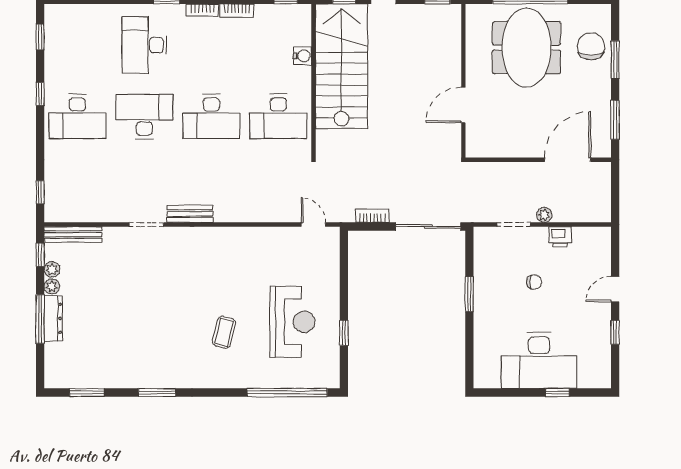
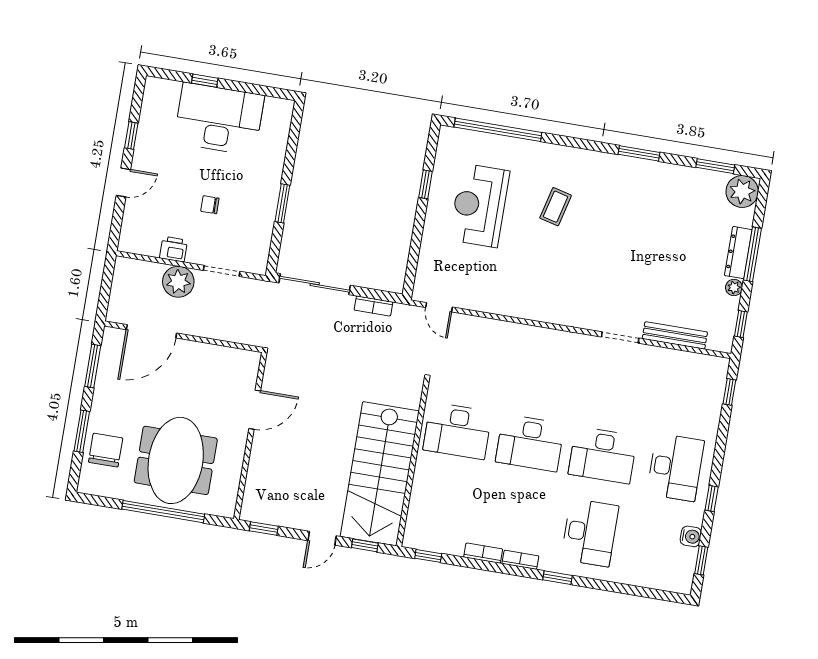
chair: (591, 46) -> (106, 450), turned 180
water cooler: (303, 56) -> (691, 536), moved, turned 180
desk: (77, 116) -> (675, 467), turned 90
desk: (211, 116) -> (530, 443), turned 180
desk: (278, 116) -> (457, 431), turned 180
bench: (190, 214) -> (571, 341), removed
plant: (544, 215) -> (178, 282), width x1.88, depth x1.88
bench: (73, 235) -> (675, 335), moved
plant: (52, 269) -> (742, 191), moved, width x1.88, depth x1.88

